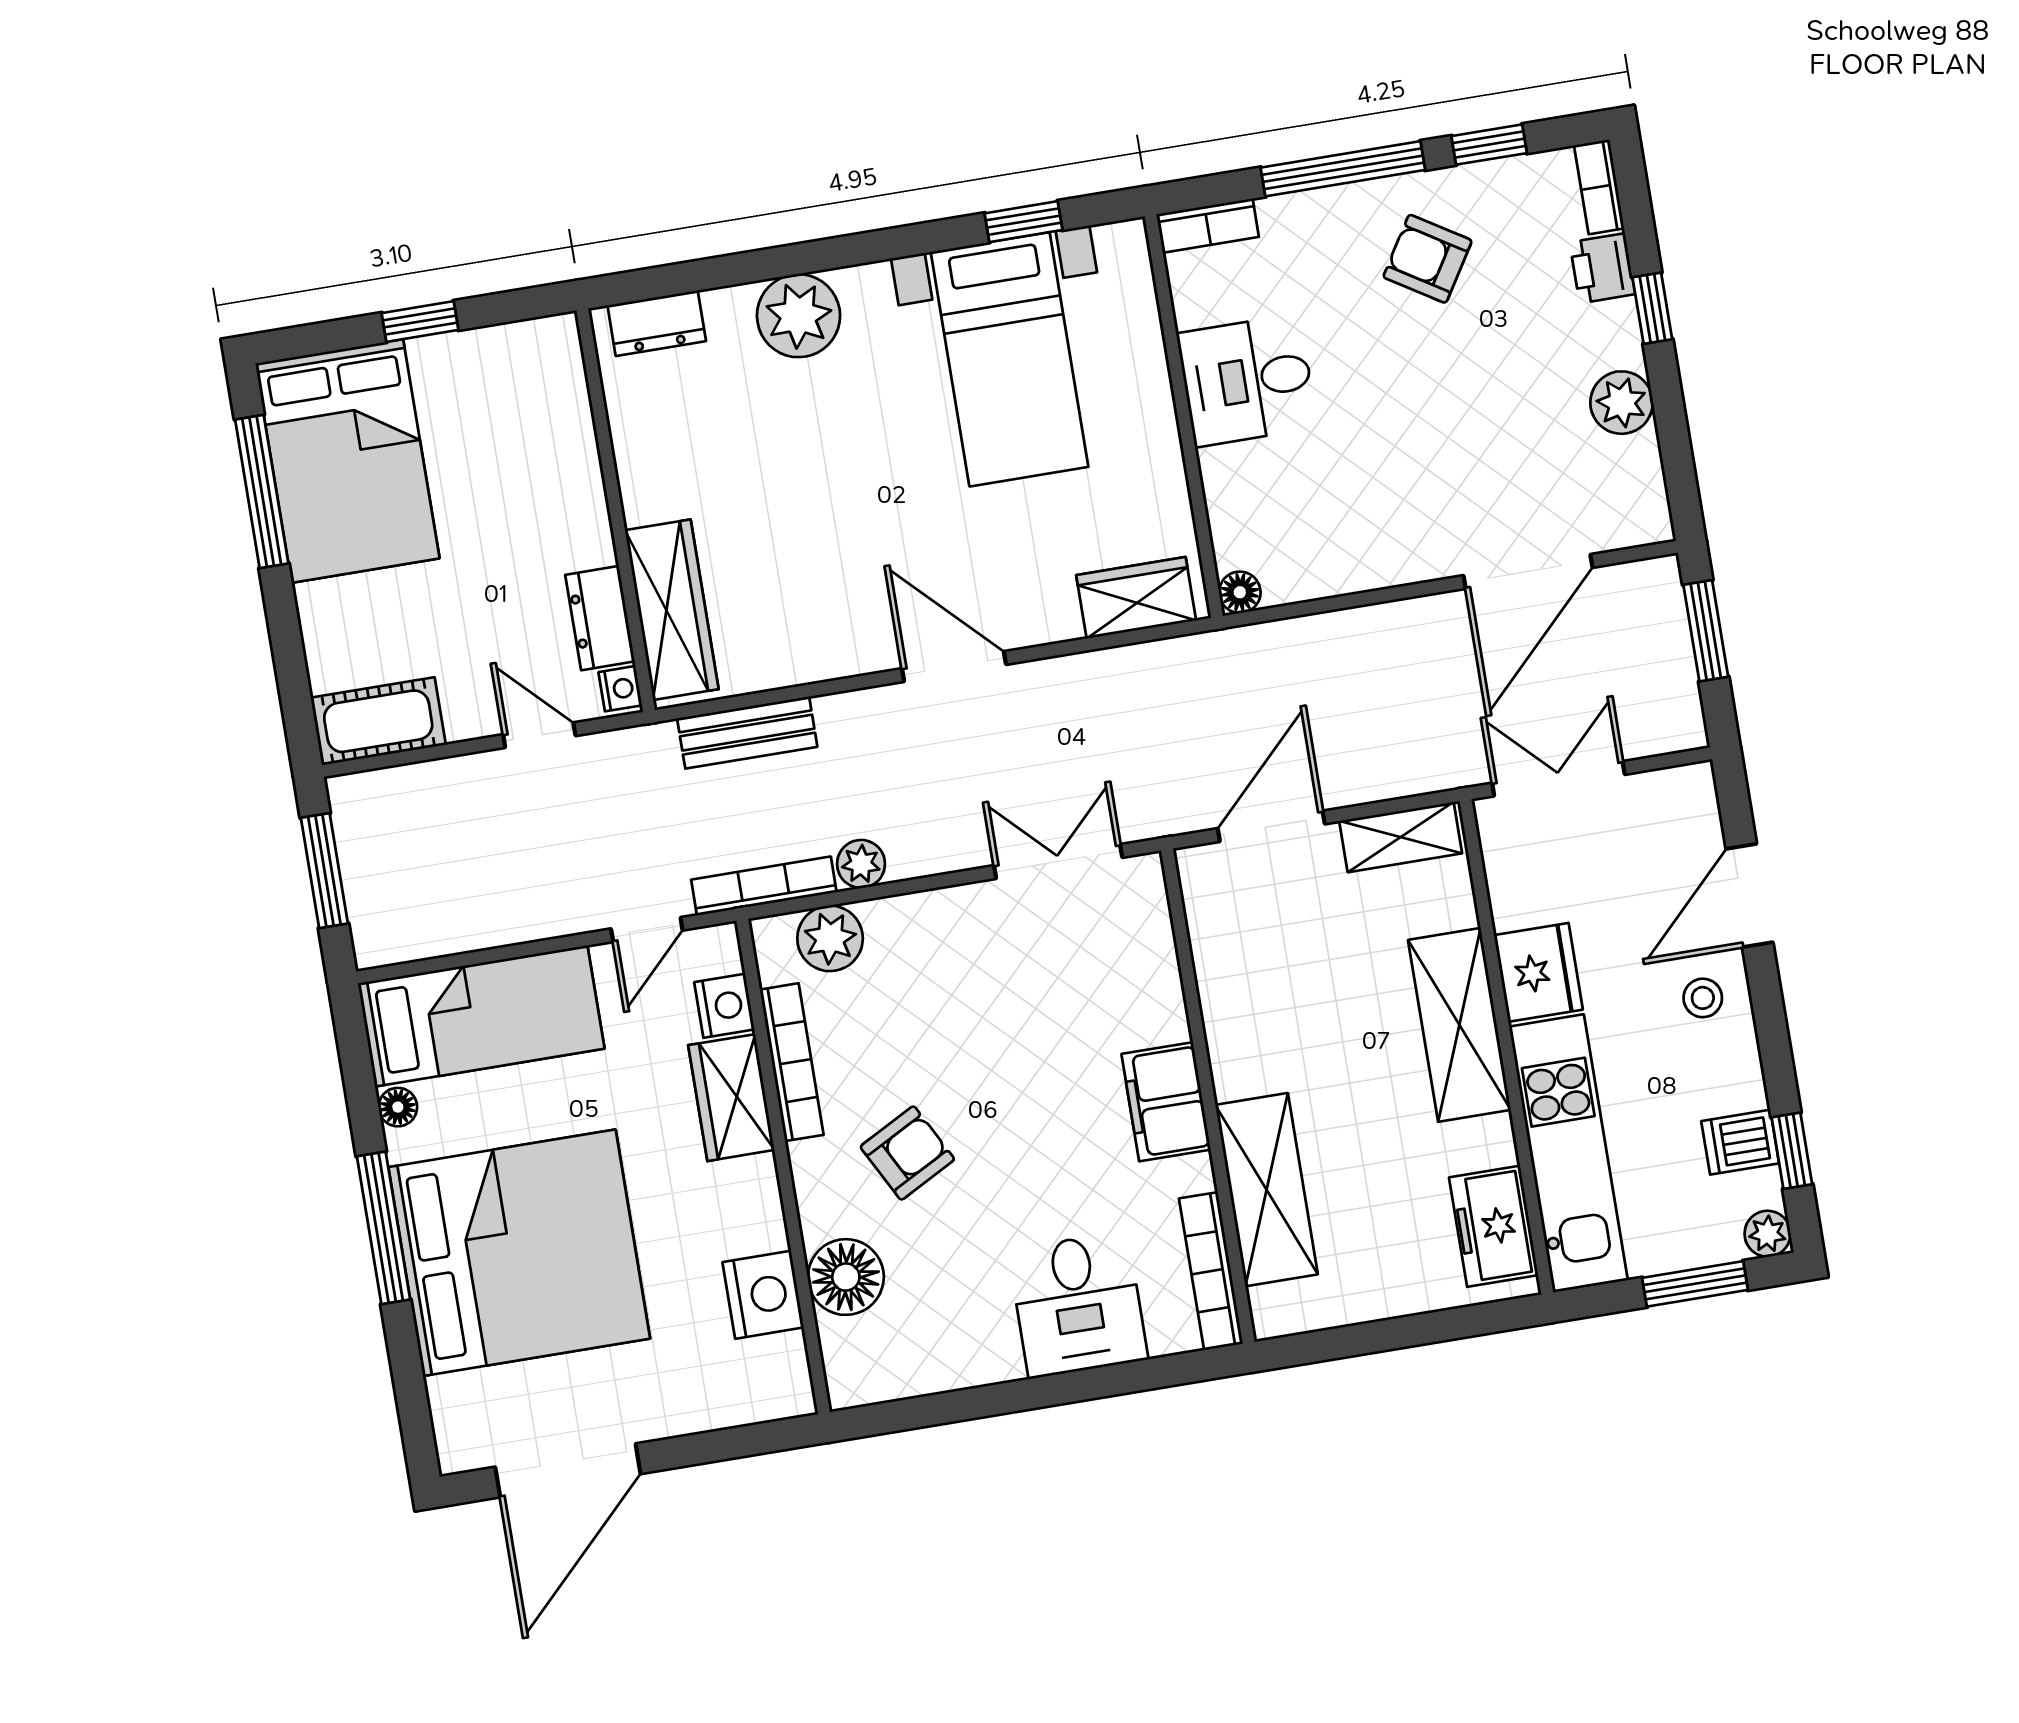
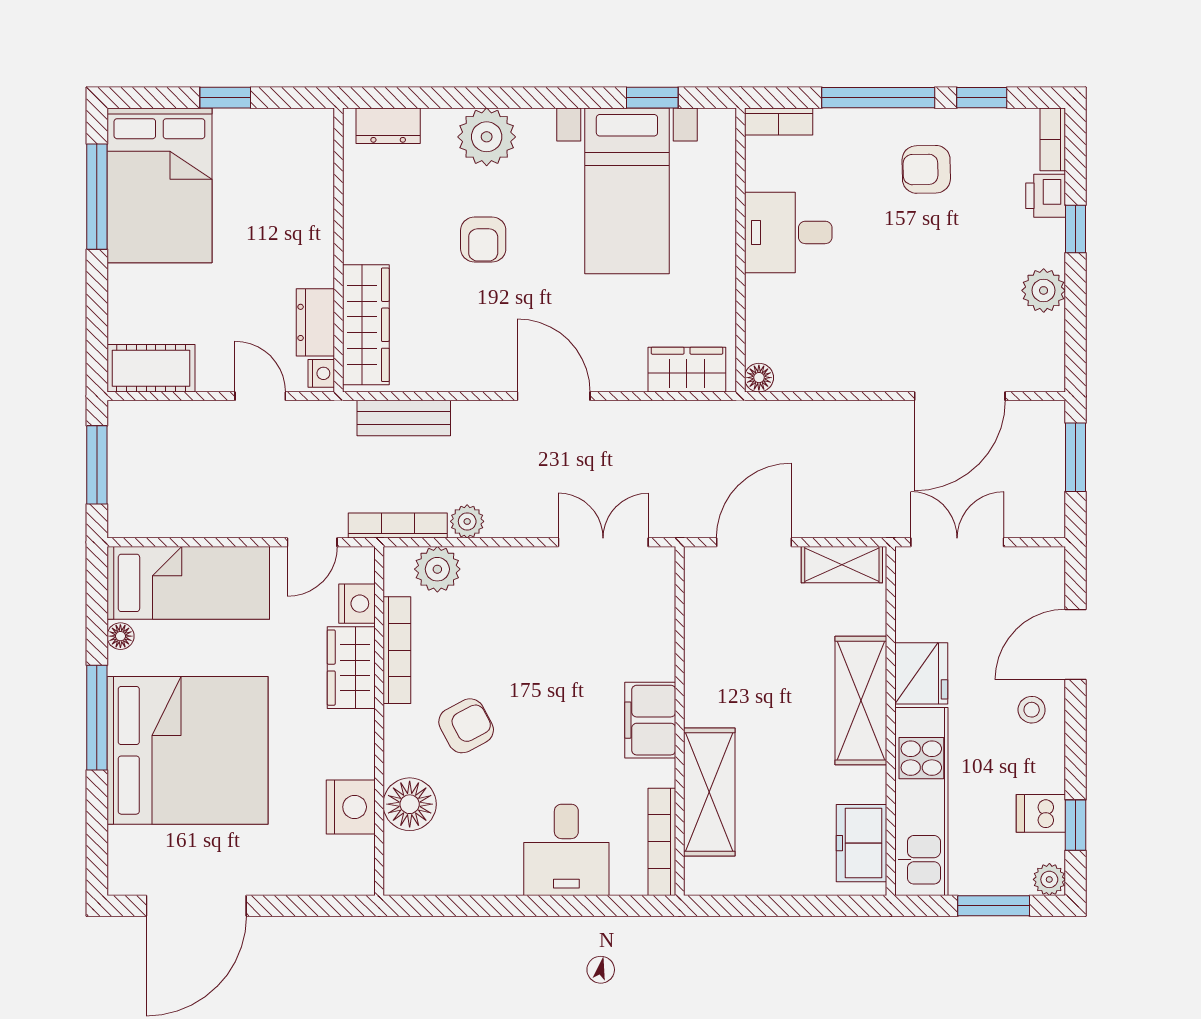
armchair: (1427, 259) -> (926, 169), turned -33
armchair: (818, 462) -> (483, 240), added

